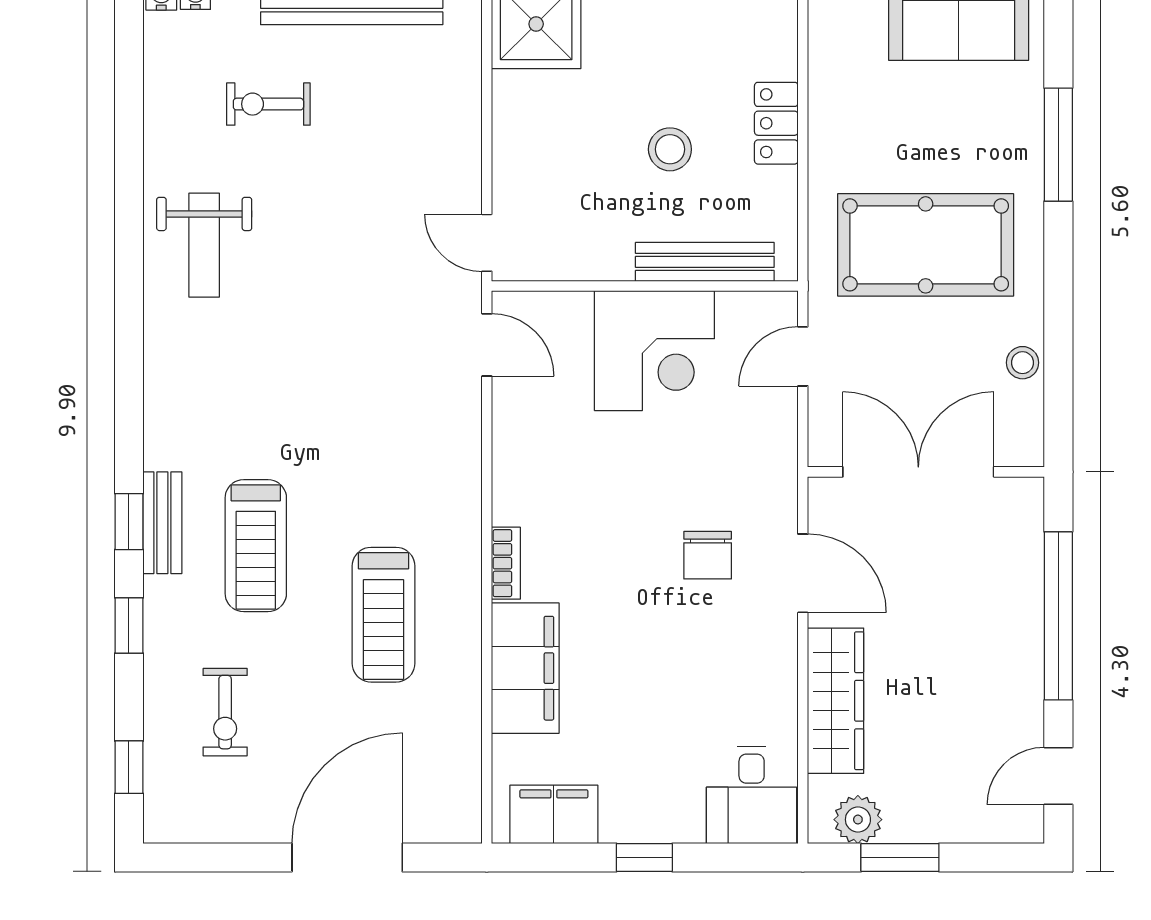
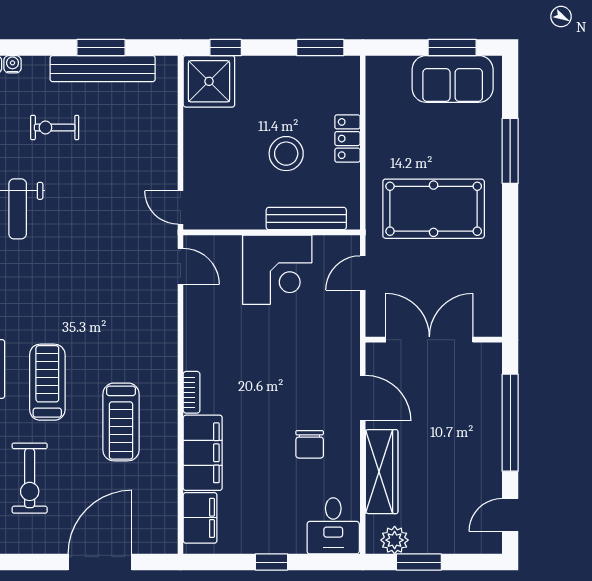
stool: (670, 149) -> (286, 154), width x1.38, depth x1.38
stool: (1022, 363) -> (489, 277), removed
treadmill: (256, 546) -> (47, 382), turned 180
chair: (708, 555) -> (310, 444), moved
exercise bike: (225, 712) -> (30, 478), width x1.38, depth x1.39
filing cabinet: (554, 814) -> (200, 518), moved, turned 90

